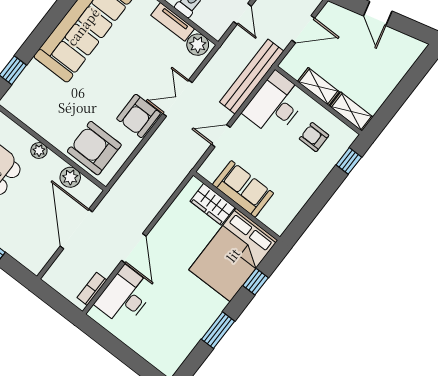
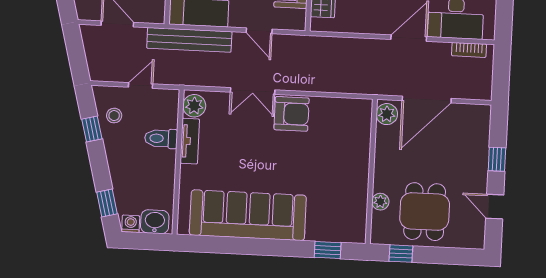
armchair: (94, 148) -> (346, 133), removed
plant: (39, 150) -> (380, 202), moved
plant: (70, 177) -> (387, 114), moved

